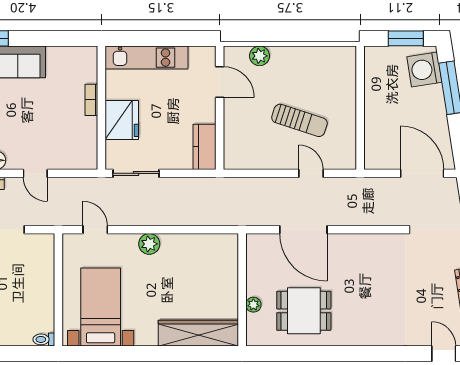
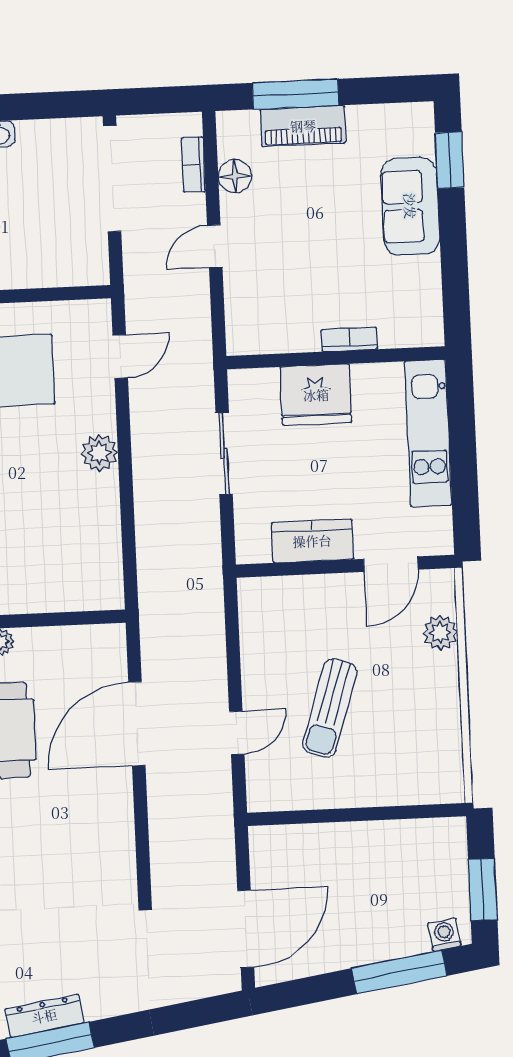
washing machine: (424, 69) -> (444, 935), width x0.53, depth x0.53
kitchen counter: (204, 147) -> (312, 541), moved
sliding door: (136, 173) -> (224, 454), moved

